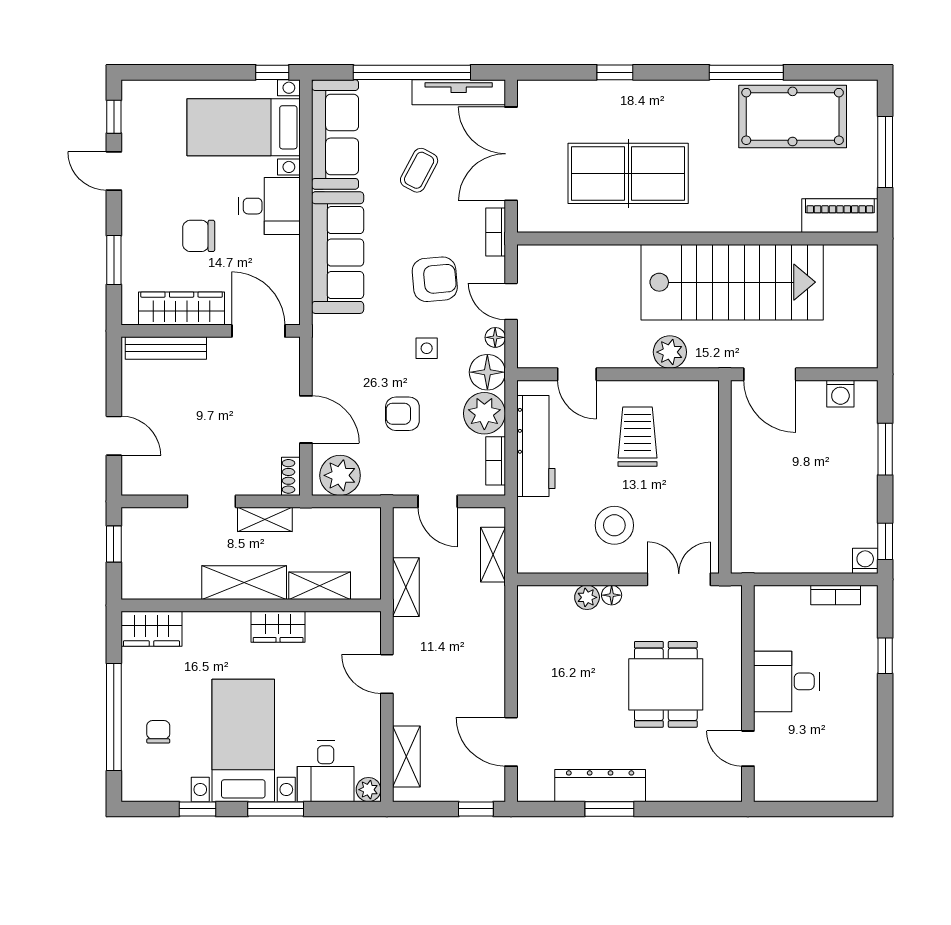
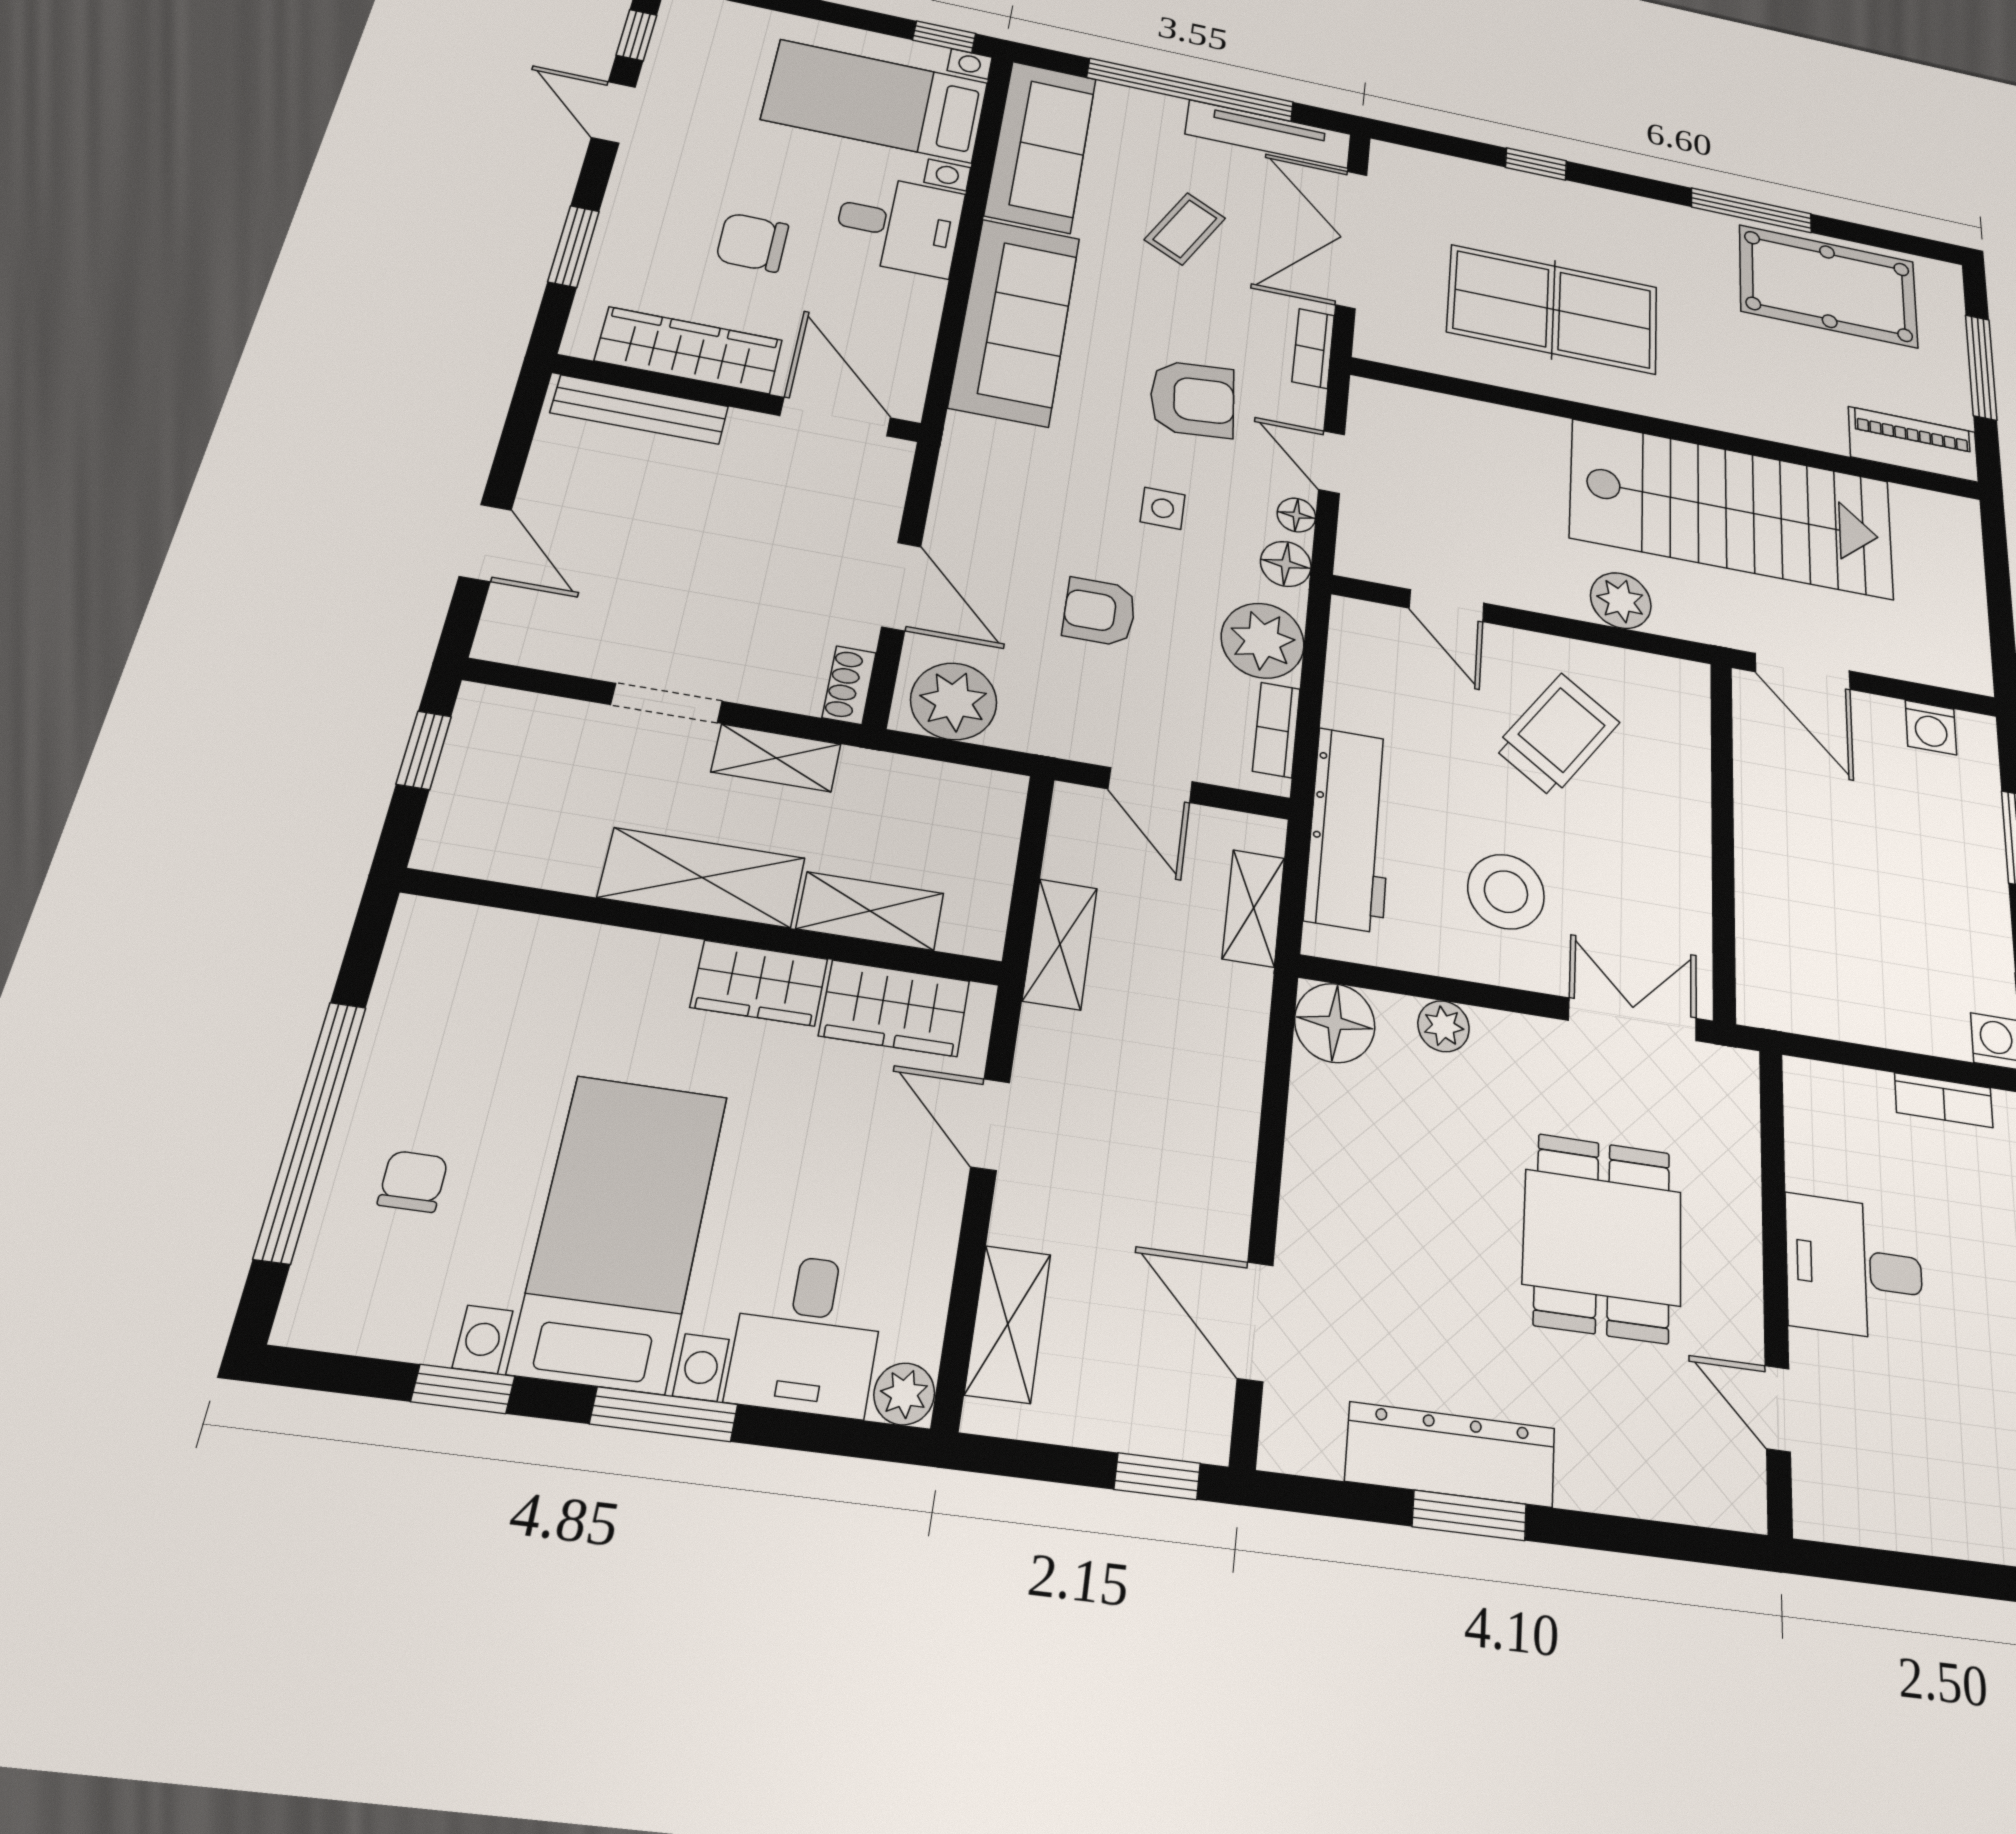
floor lamp: (487, 372) -> (1286, 564), width x0.73, depth x0.73
trolley: (638, 437) -> (1557, 735), turned 35
workbench: (536, 446) -> (1350, 829), moved
floor lamp: (612, 595) -> (1335, 1023), moved, width x1.89, depth x1.89
wardrobe: (151, 629) -> (895, 1008), moved

